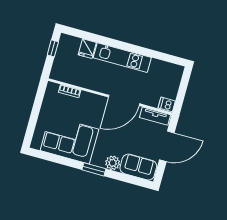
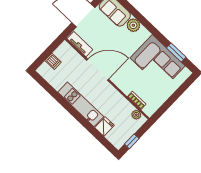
plant: (62, 77) -> (136, 115), added
dishwasher: (167, 104) -> (53, 61), moved
window: (94, 169) -> (176, 52), moved

